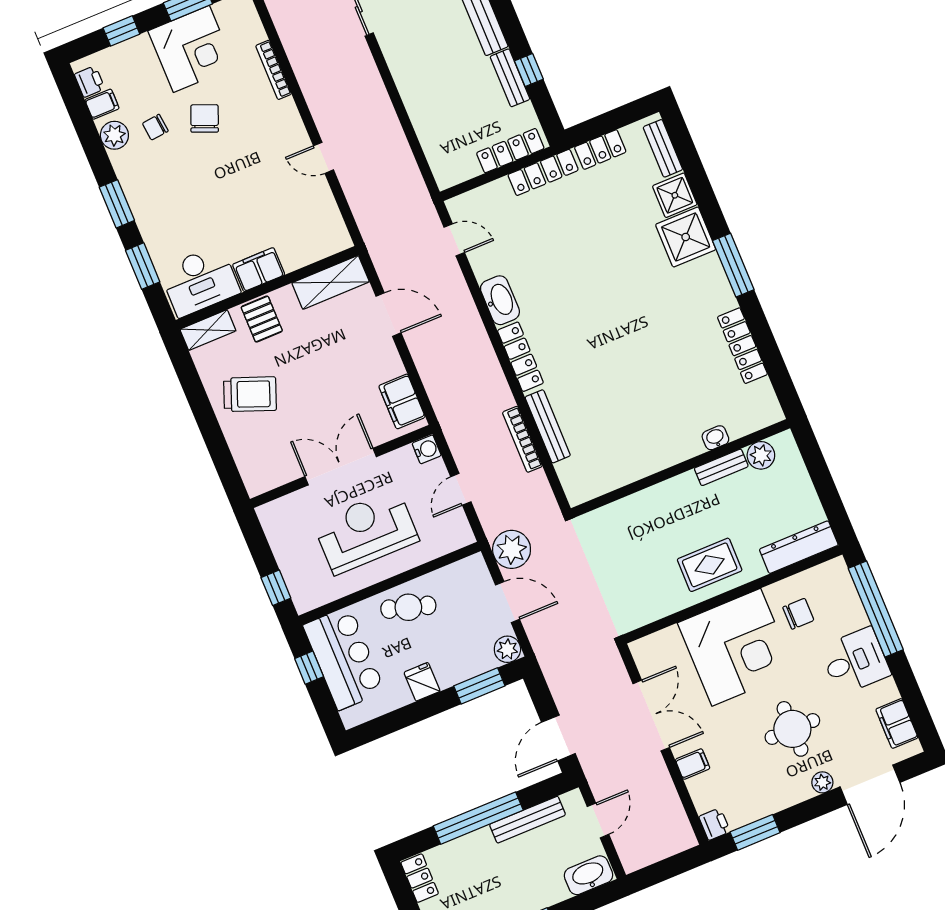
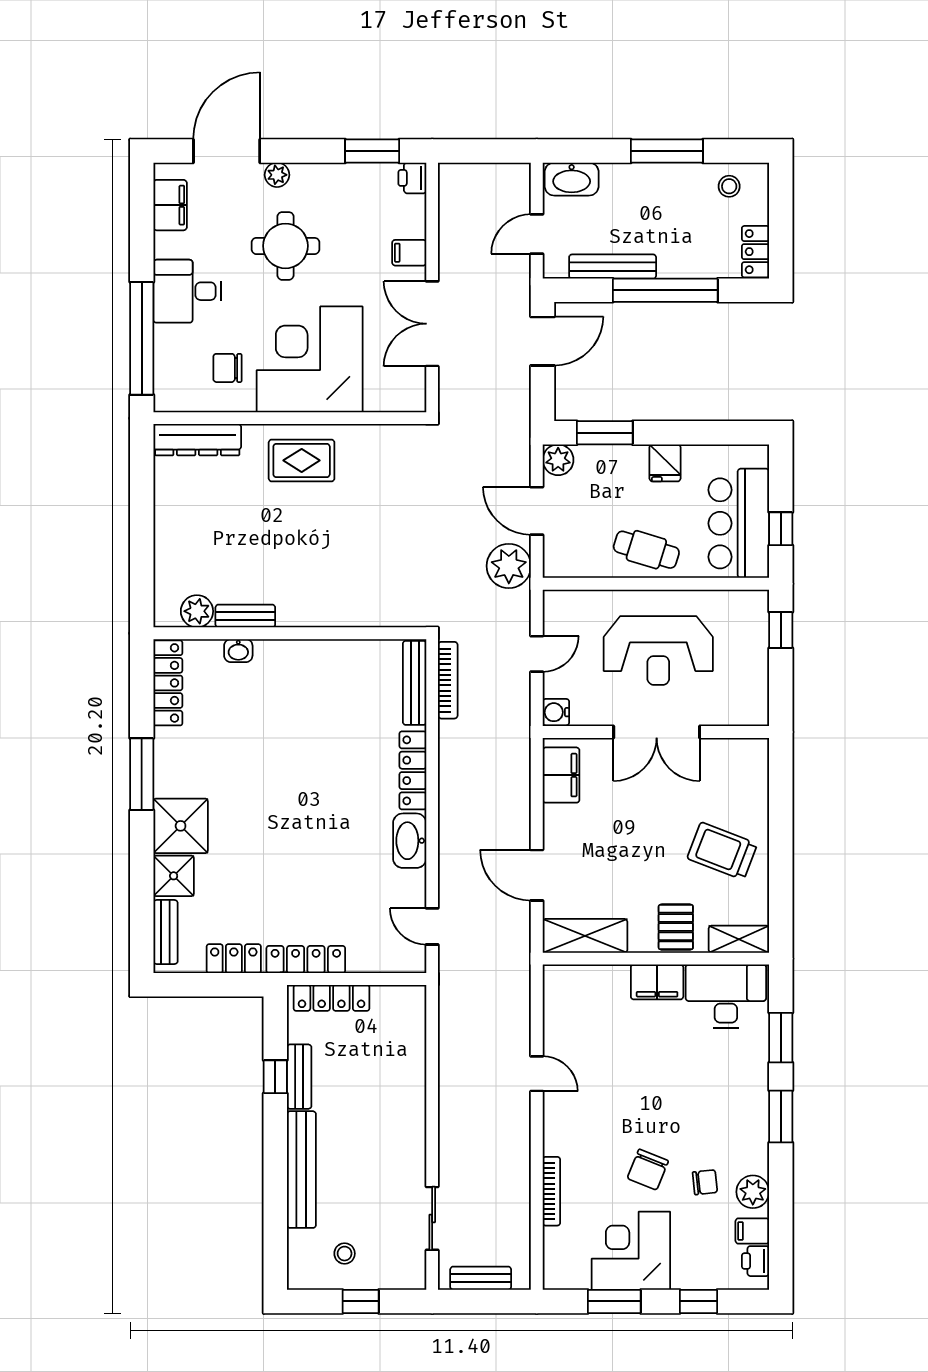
washbasin: (715, 438) -> (238, 651), moved
plant: (761, 455) -> (197, 611), moved
bench: (721, 467) -> (245, 616), moved
wall: (680, 468) -> (290, 633), moved

